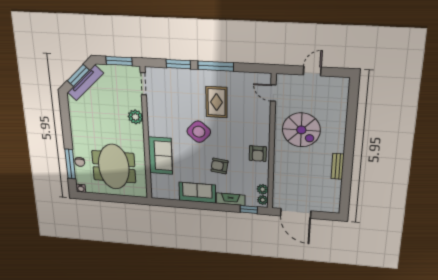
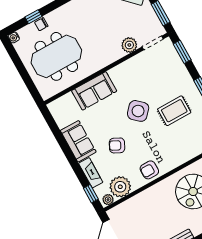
window: (178, 64) -> (182, 52), moved
plant: (135, 117) -> (129, 45), moved
window: (70, 164) -> (33, 17), width x0.46
armchair: (219, 166) -> (117, 145), turned -71
plant: (263, 189) -> (120, 187), width x1.88, depth x1.88

